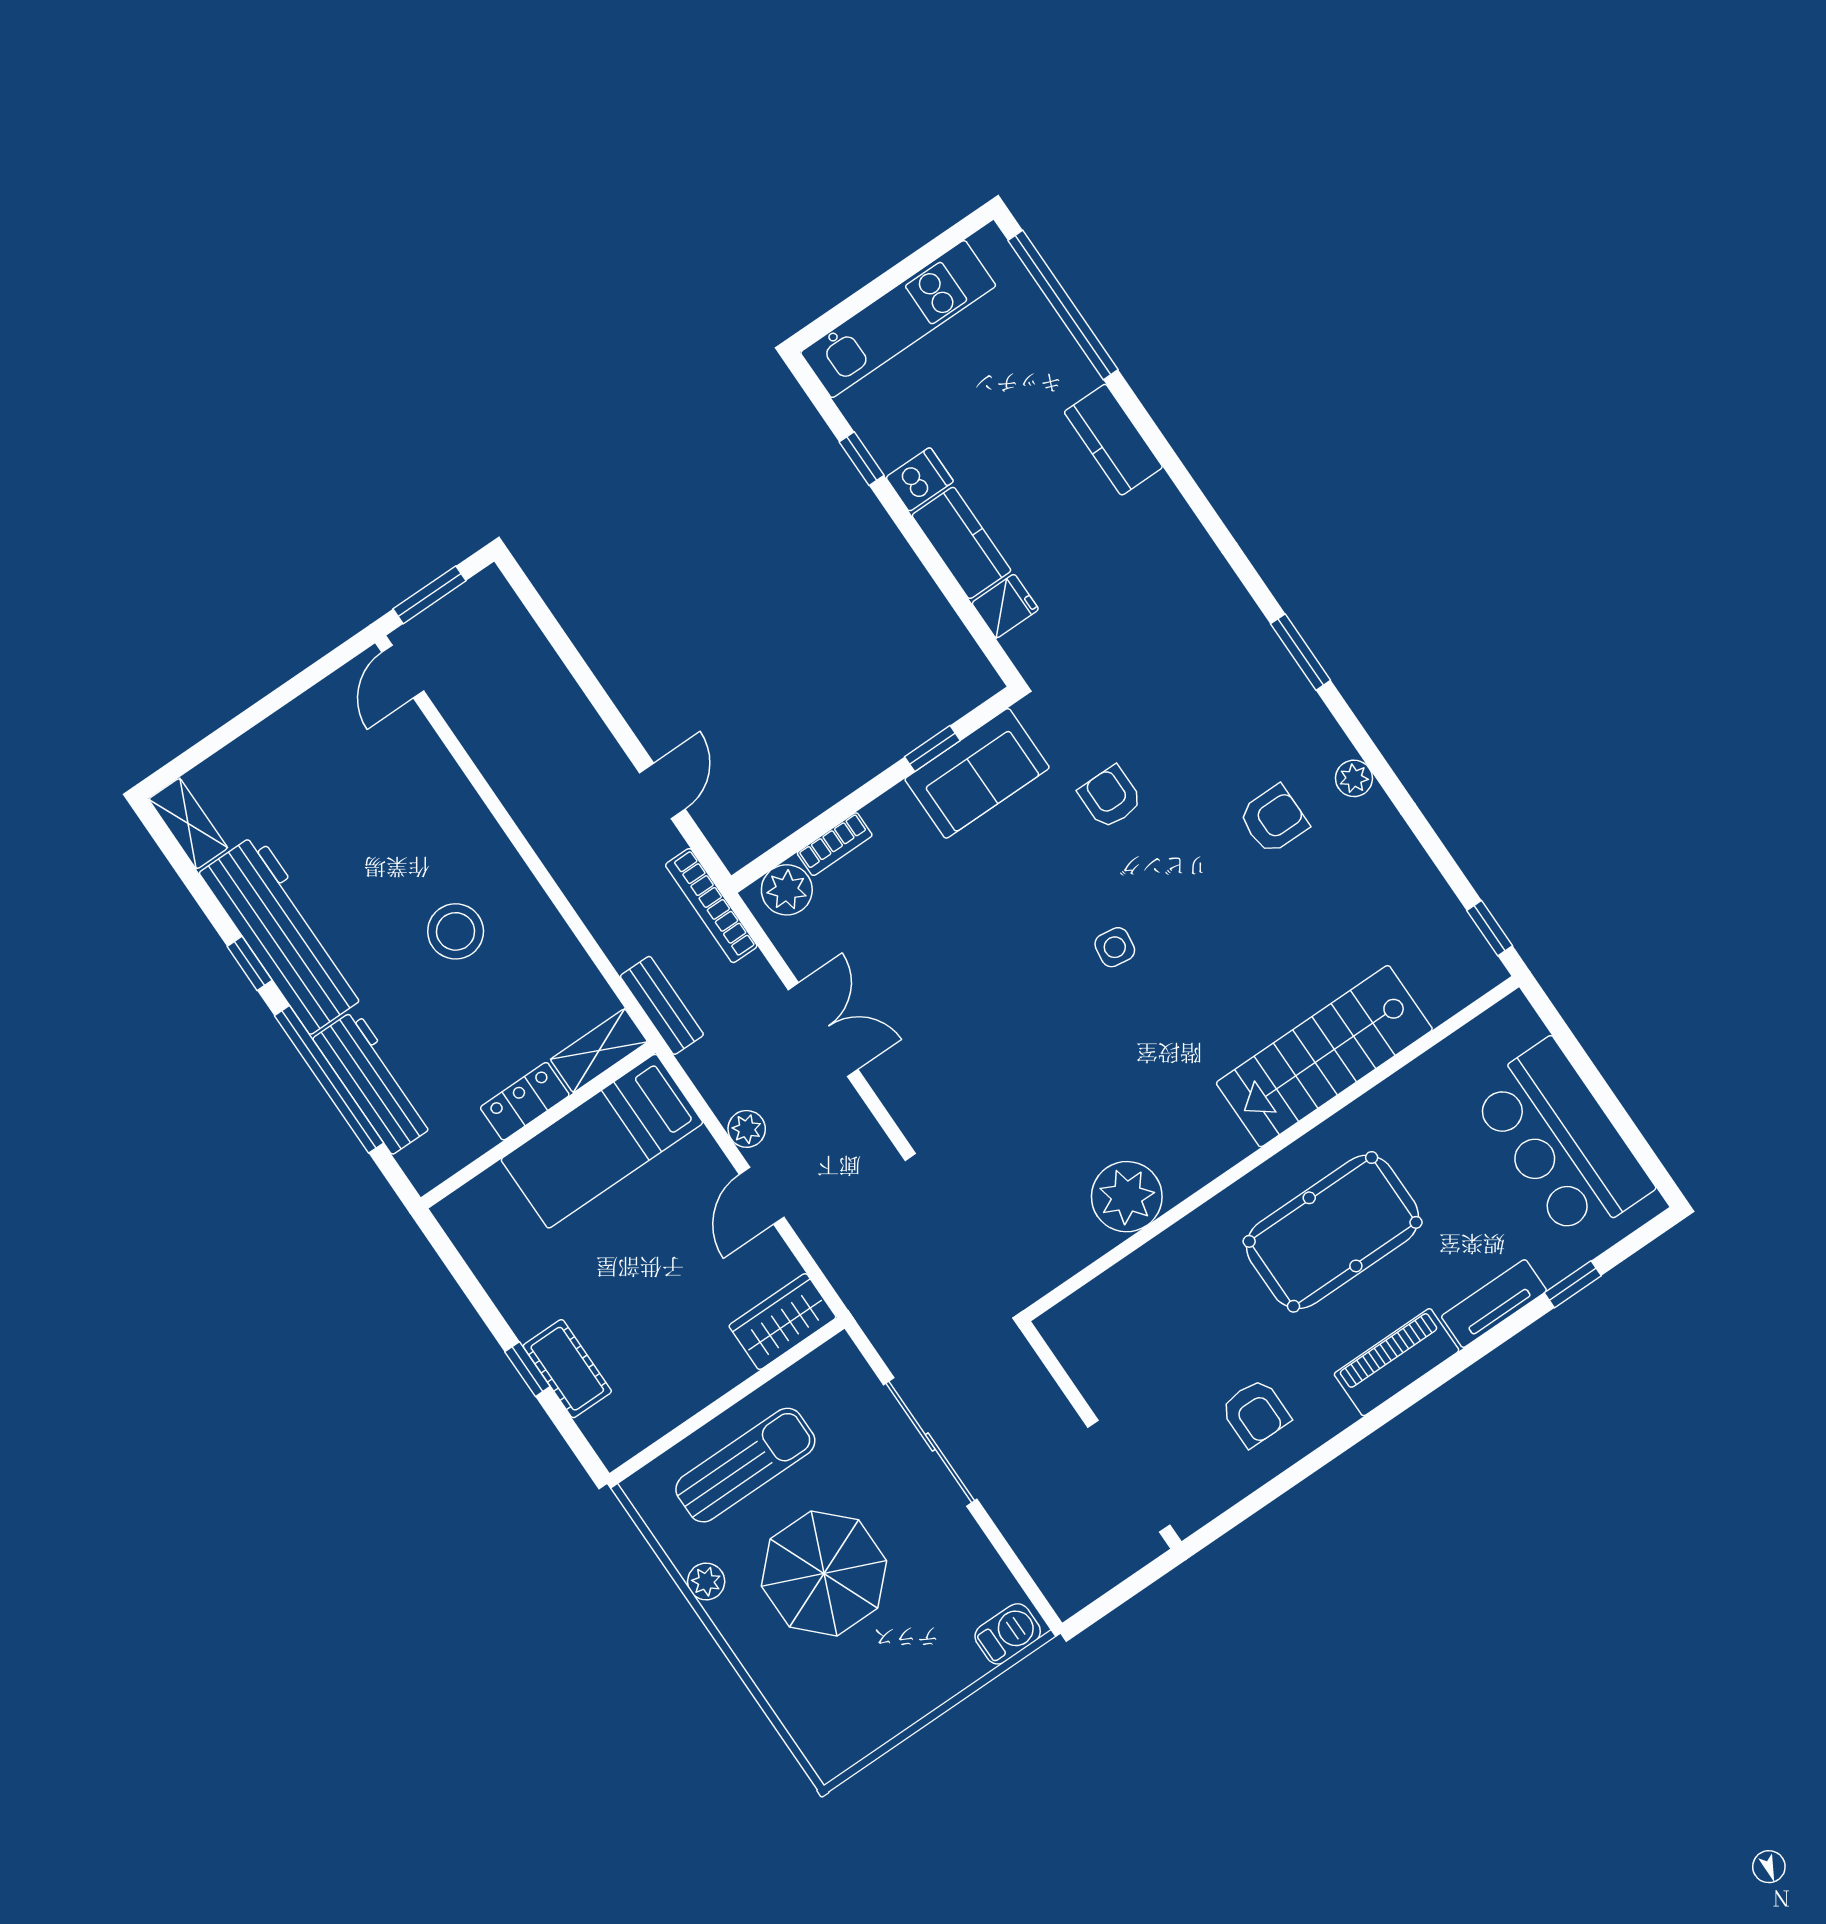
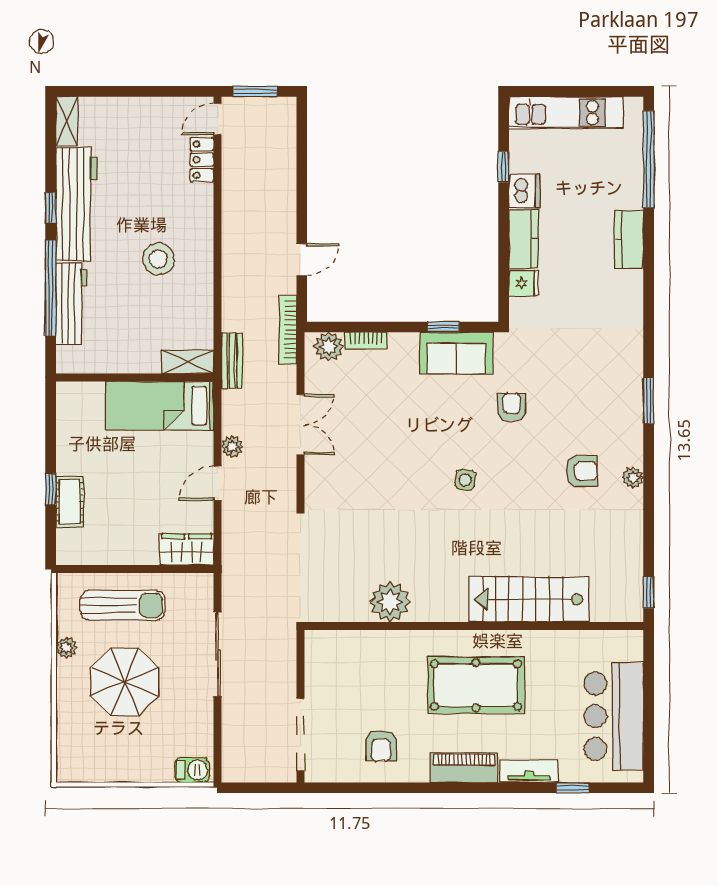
dishwasher: (920, 479) -> (524, 191), width x1.38
locker: (525, 1101) -> (202, 160), moved, turned -90

